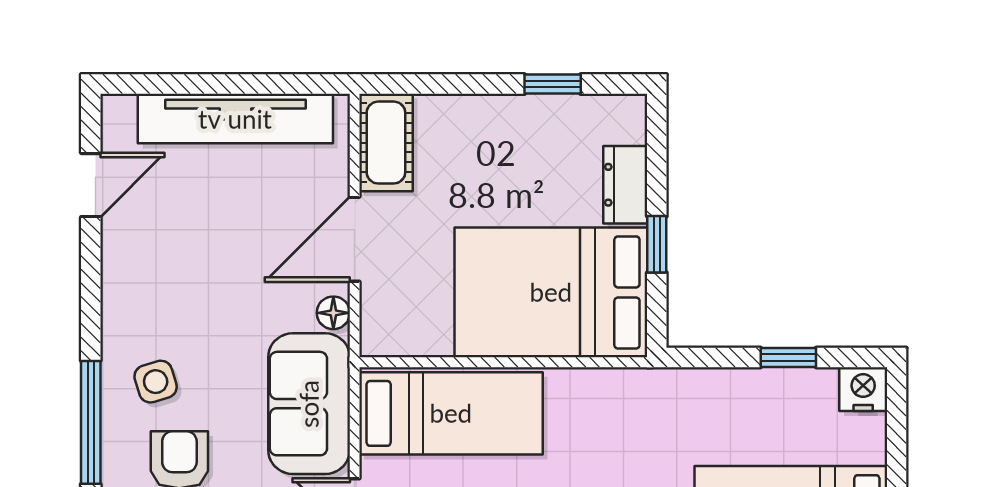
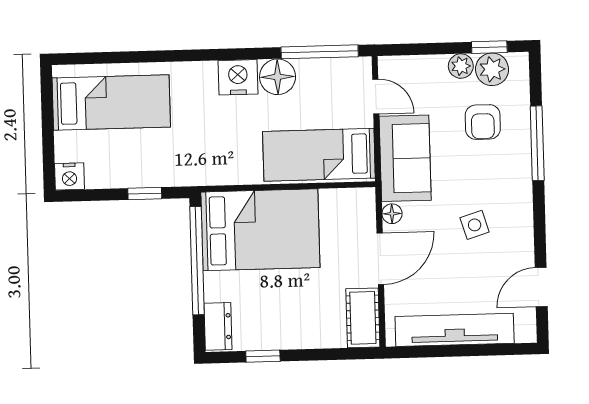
dresser: (625, 185) -> (218, 326), moved
window: (657, 244) -> (197, 261), width x3.17
window: (788, 357) -> (145, 194), moved
side table: (156, 382) -> (475, 225), moved

